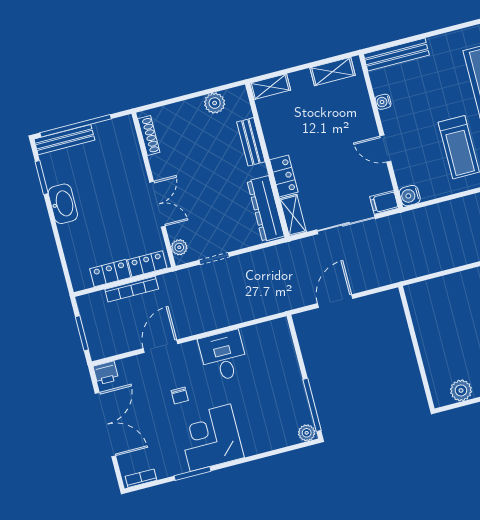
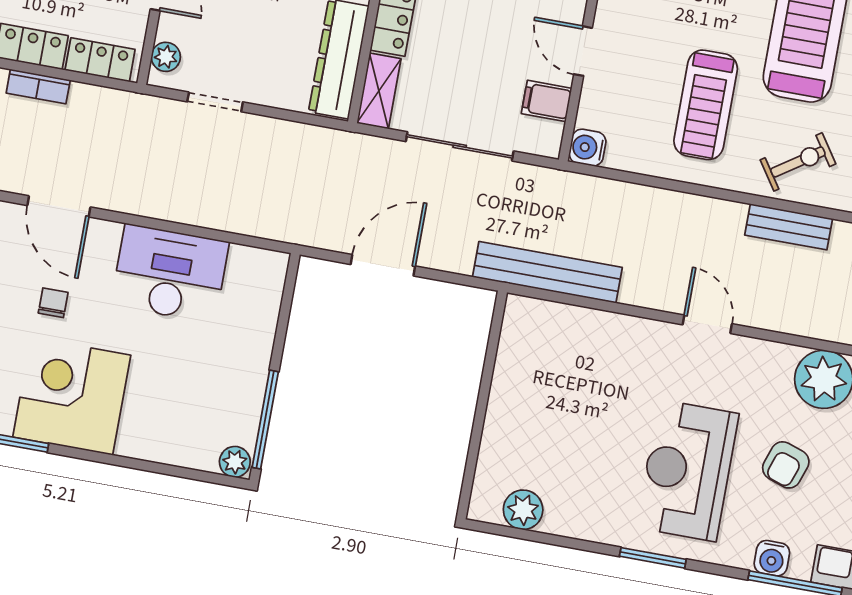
filing cabinet: (384, 202) -> (547, 101), moved
bench: (418, 267) -> (547, 272), added
bookcase: (132, 289) -> (38, 87), width x0.64
door: (160, 346) -> (59, 206), swing flipped
desk: (223, 356) -> (170, 273), width x1.37
chair: (180, 395) -> (53, 303), turned 180

